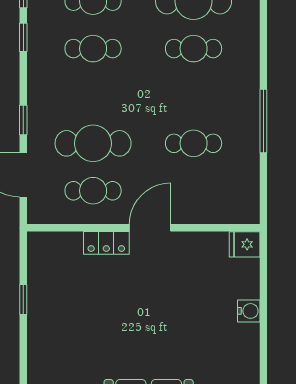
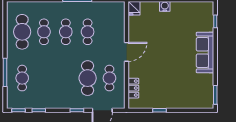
cafe table: (93, 49) -> (66, 32), moved
door: (150, 228) -> (126, 52), swing flipped
locker: (106, 243) -> (133, 88), moved

